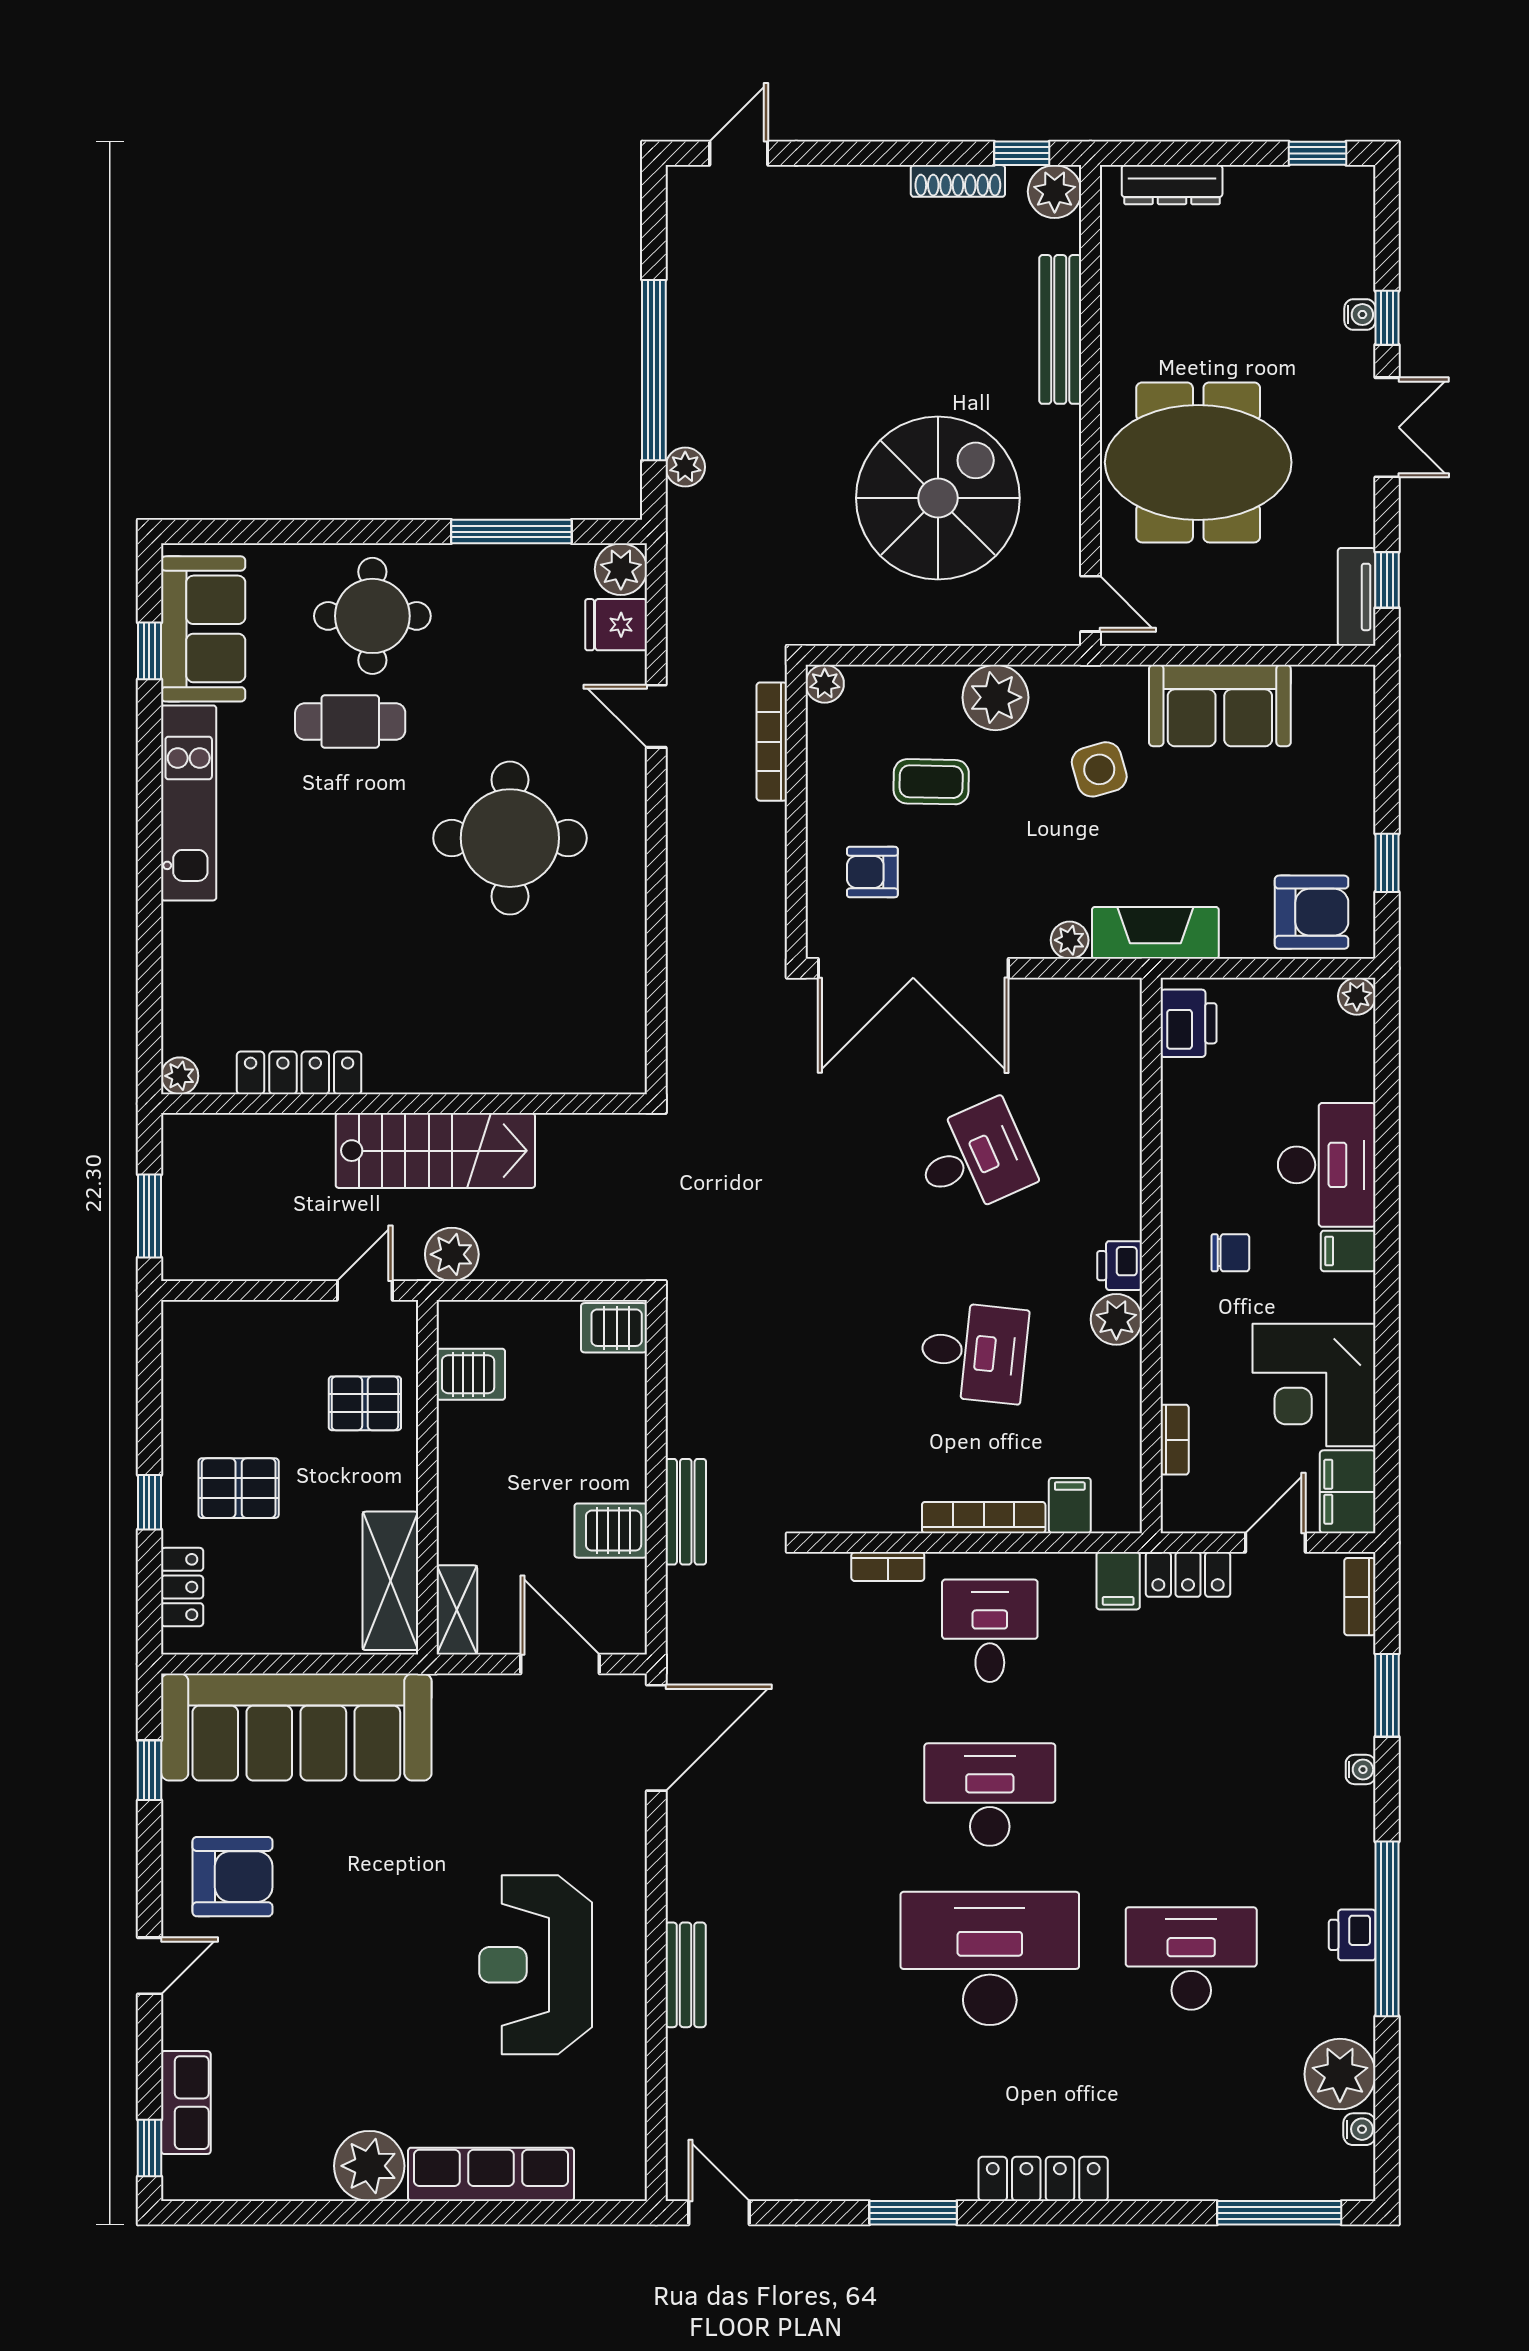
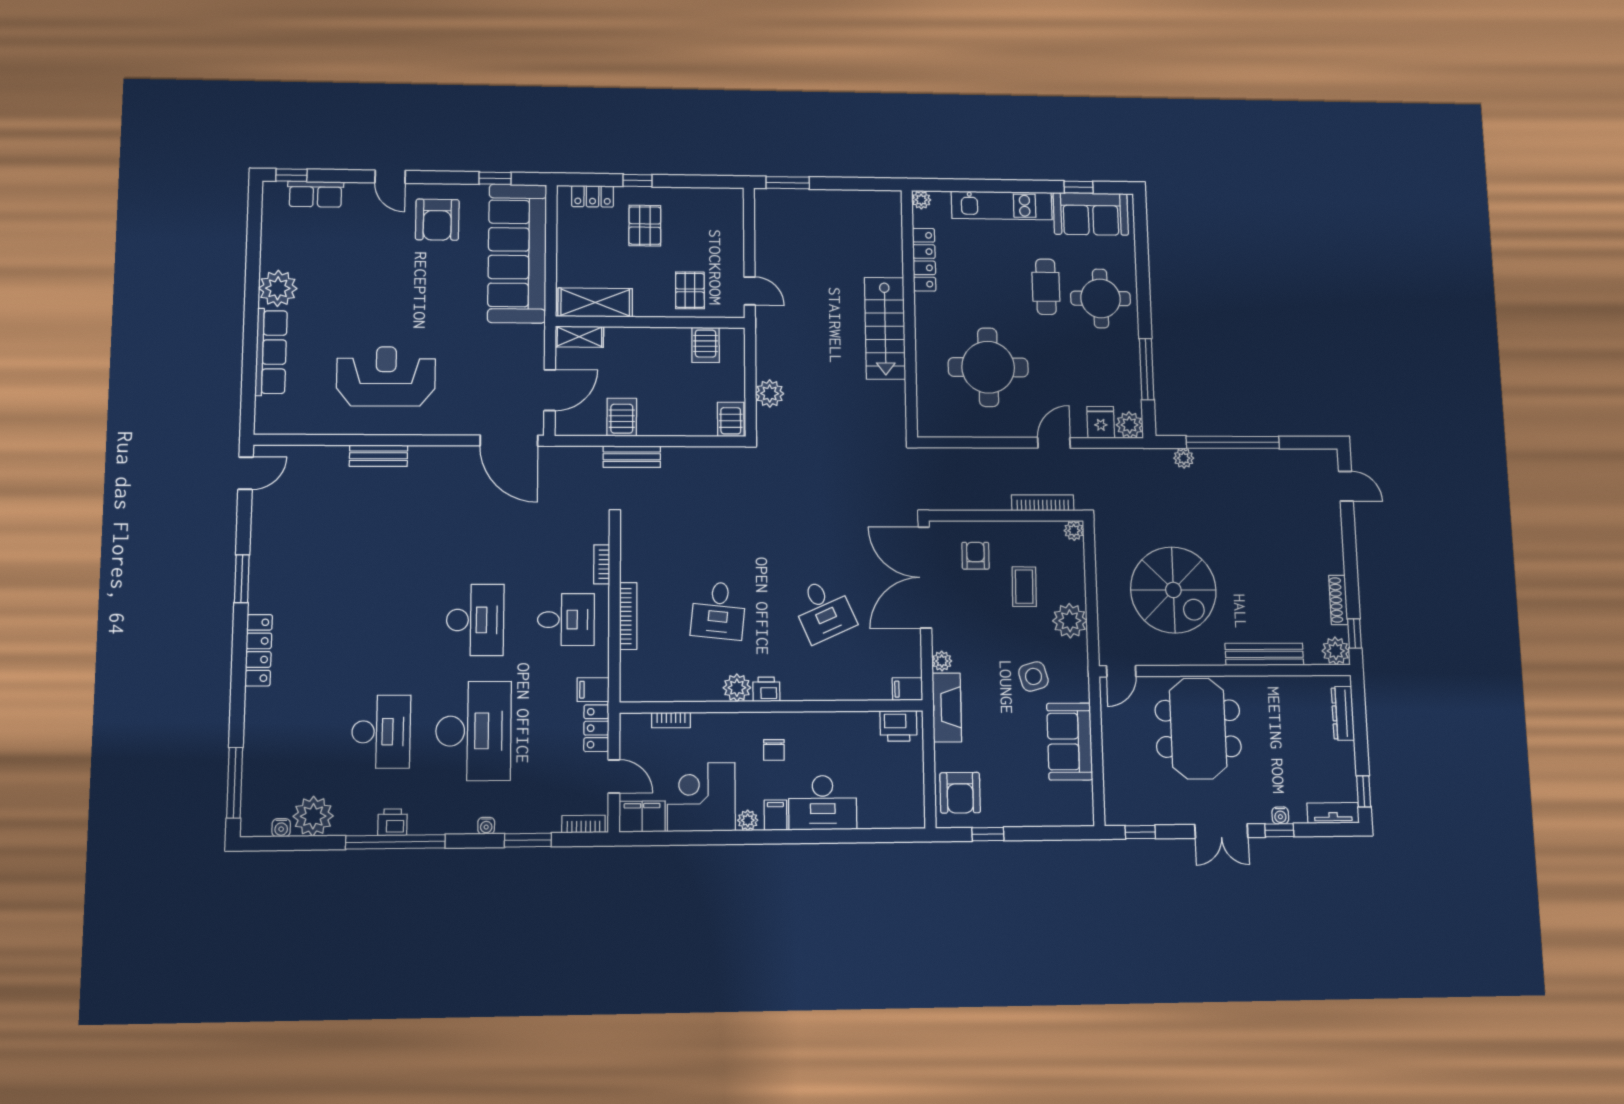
tv unit: (1357, 597) -> (1333, 813), moved
plant: (1357, 996) -> (748, 820), moved
locker: (299, 1073) -> (924, 260), moved
plant: (180, 1076) -> (921, 200), moved
wall: (404, 1104) -> (909, 313), moved
stairs: (435, 1151) -> (885, 328), moved
plant: (452, 1254) -> (770, 393), moved
filing cabinet: (1070, 1506) -> (907, 689), moved, turned 180
desk: (990, 1958) -> (473, 731), moved

